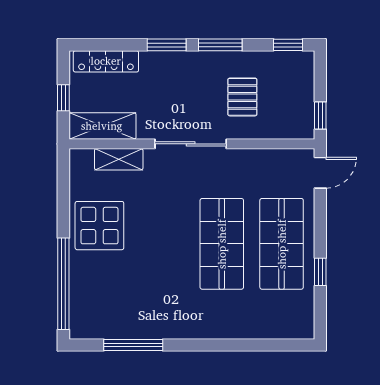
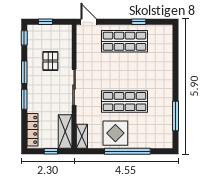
pallet: (242, 97) -> (50, 61), turned 90
window: (320, 115) -> (46, 22), moved
shelving: (119, 159) -> (82, 136), moved
shop shelf: (222, 244) -> (125, 102), moved
window: (63, 284) -> (127, 151), moved

